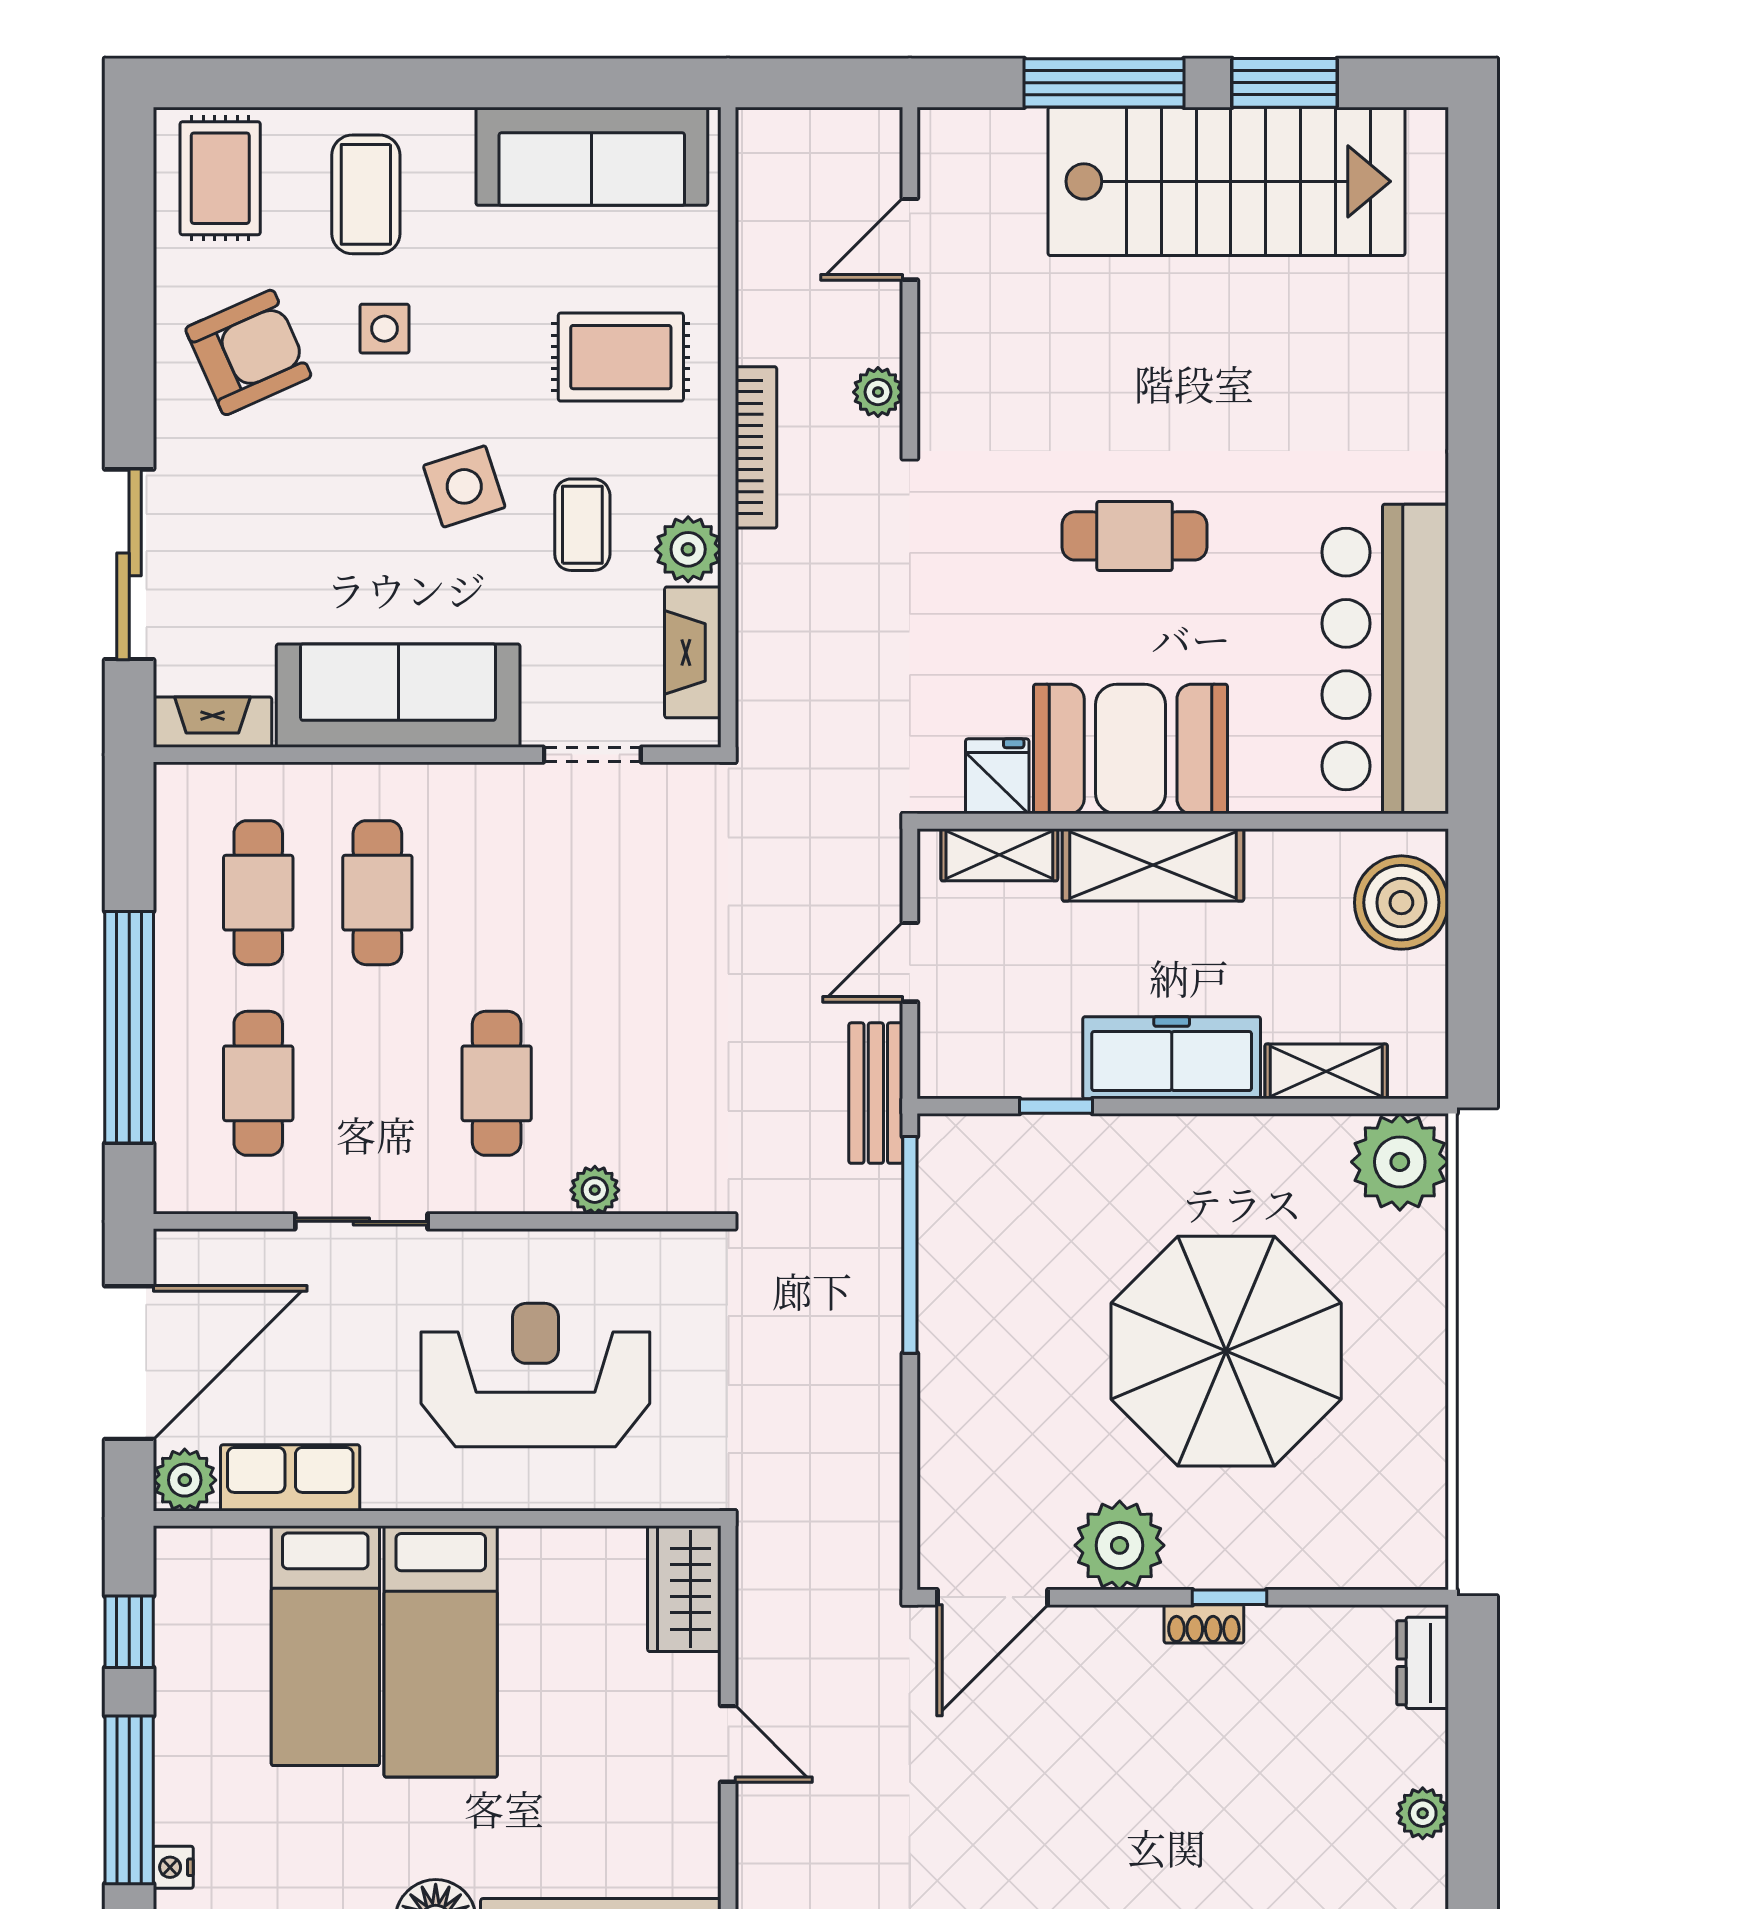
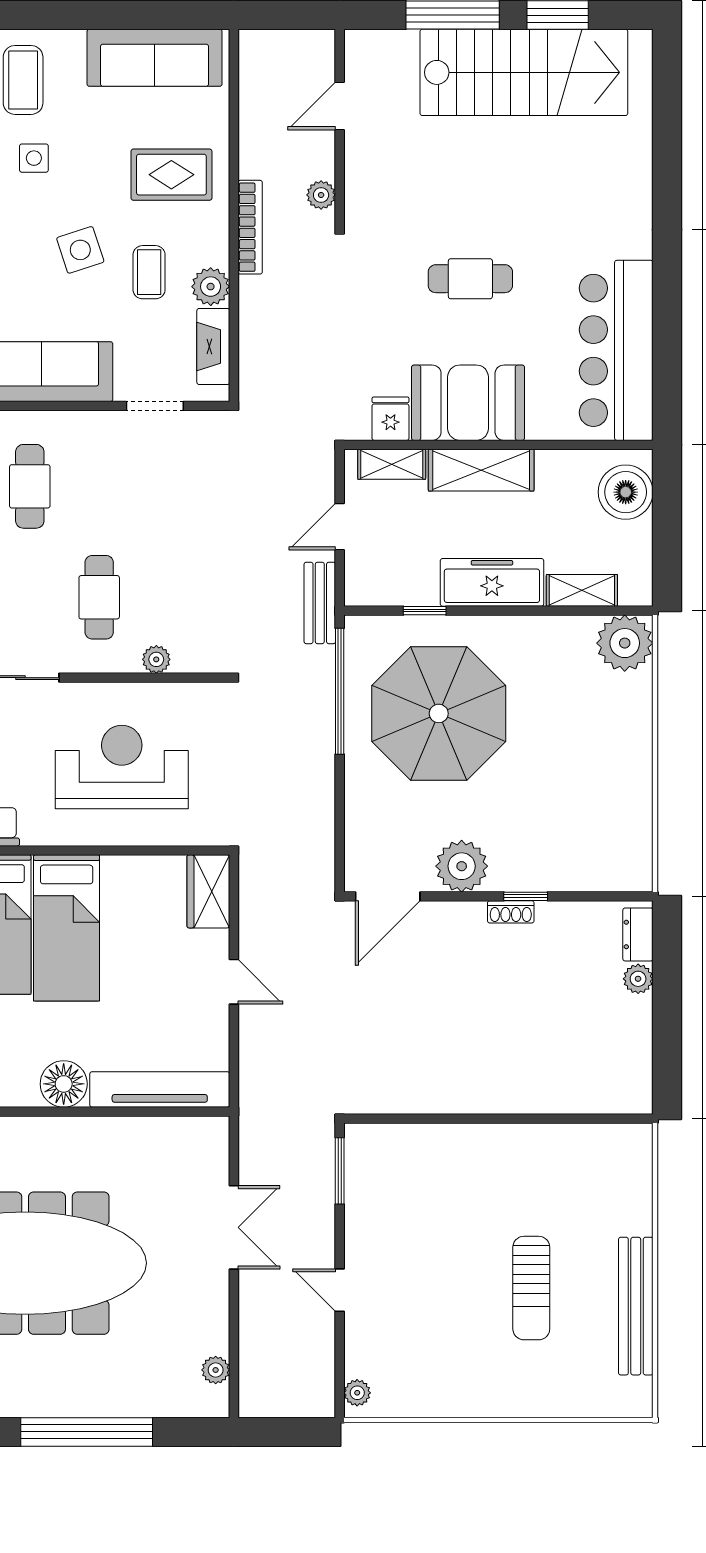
parasol: (1226, 1351) -> (439, 713), moved
plant: (1423, 1813) -> (638, 979), moved

